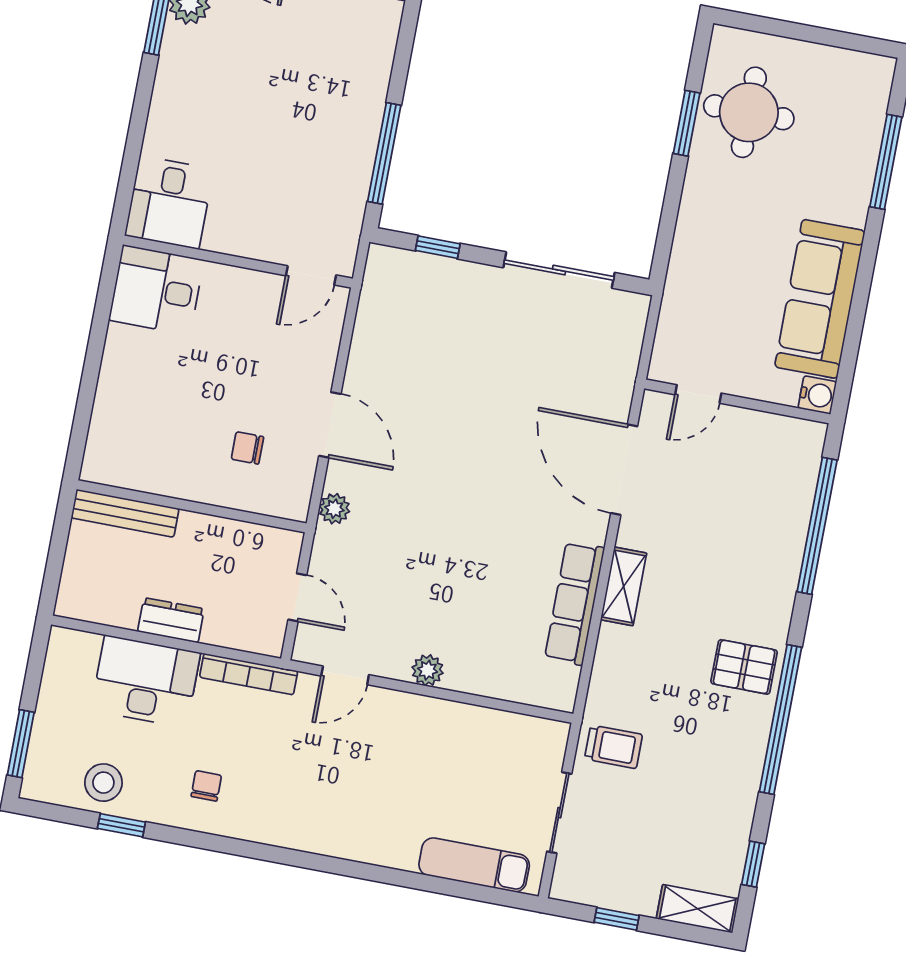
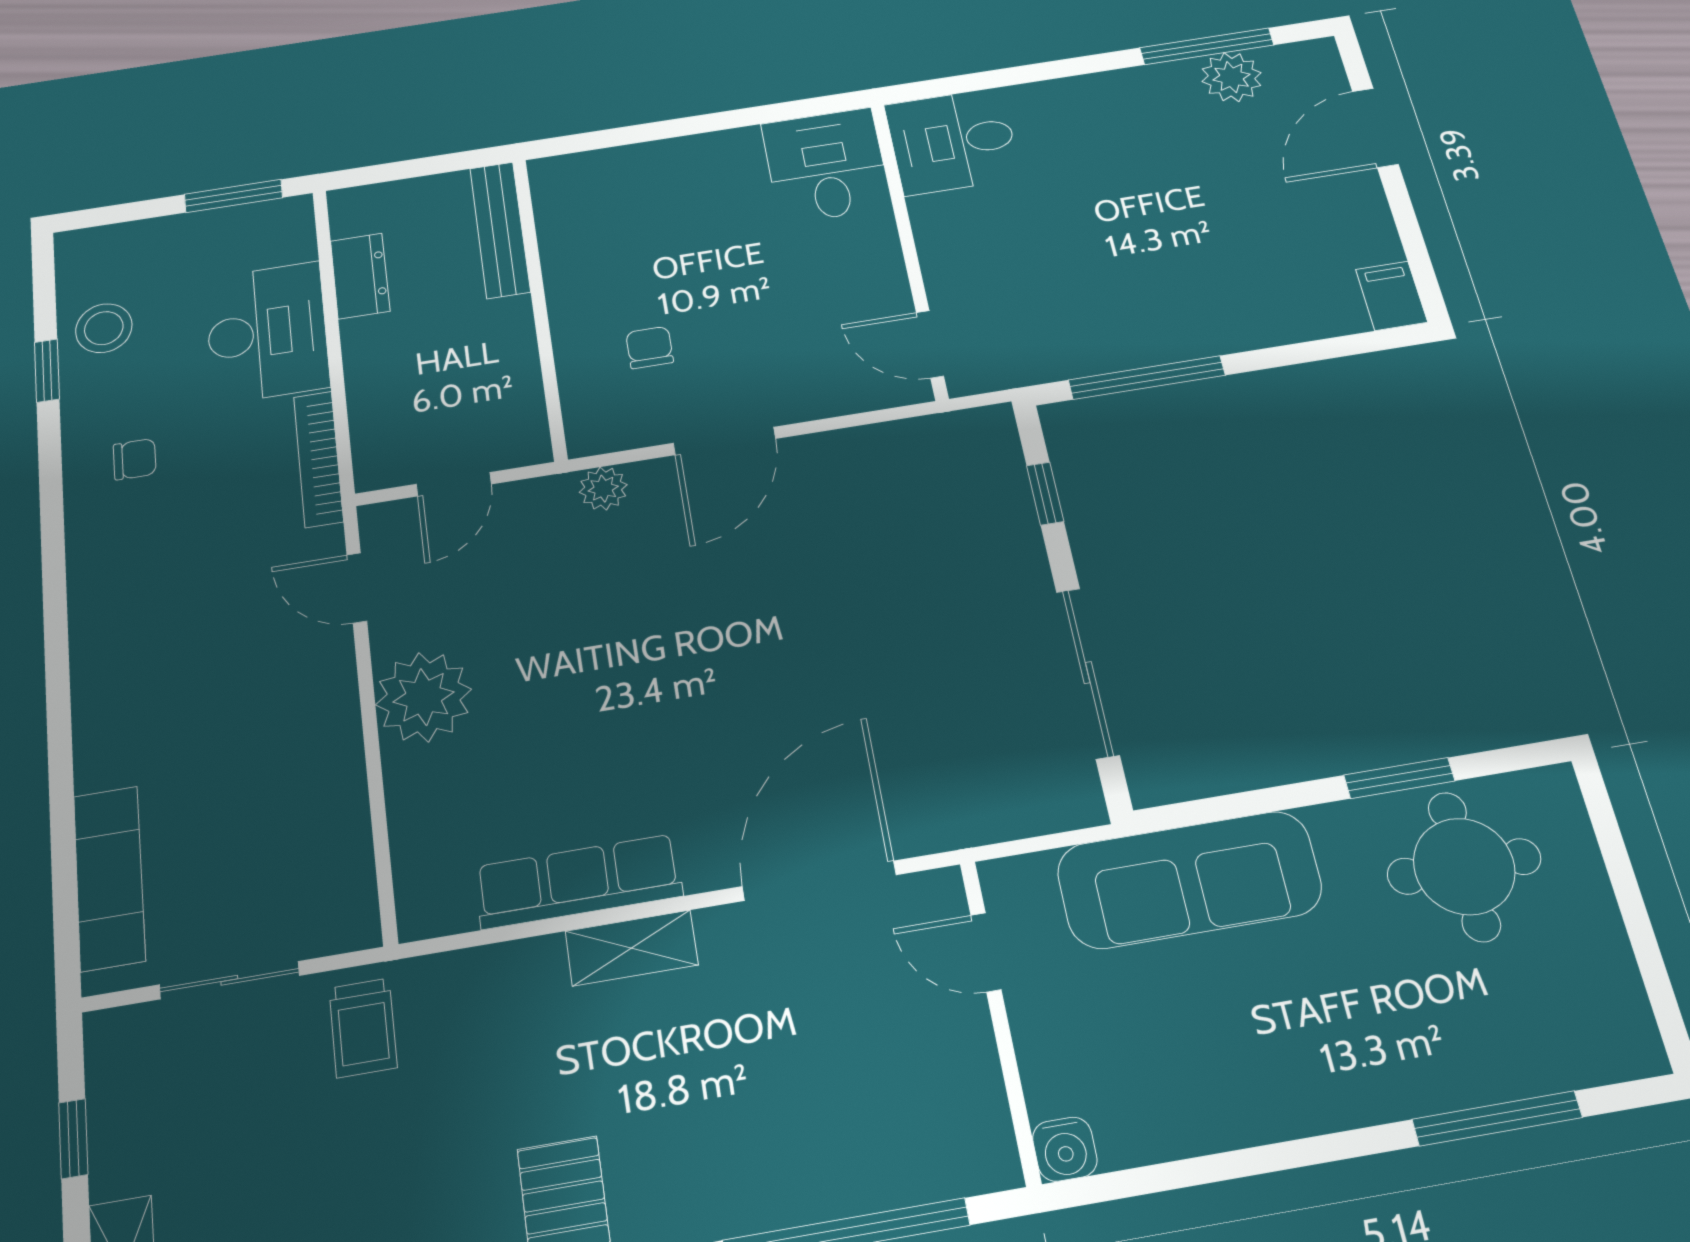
sofa: (820, 299) -> (1189, 880), moved, turned 180
dresser: (171, 620) -> (360, 276), moved
plant: (428, 670) -> (424, 697), width x1.88, depth x1.88
window: (21, 744) -> (233, 196), moved

